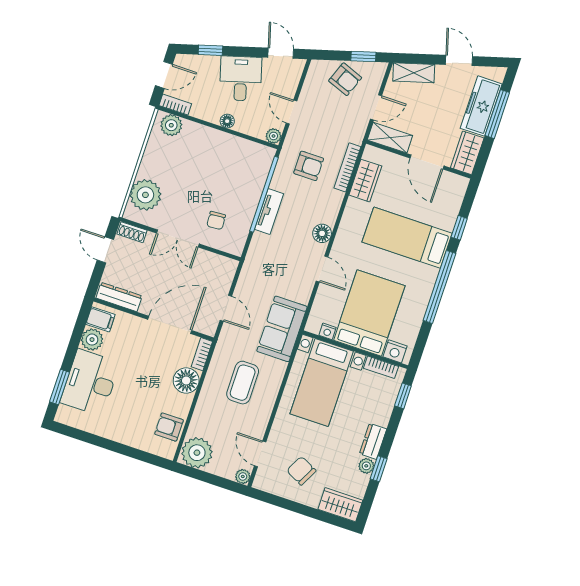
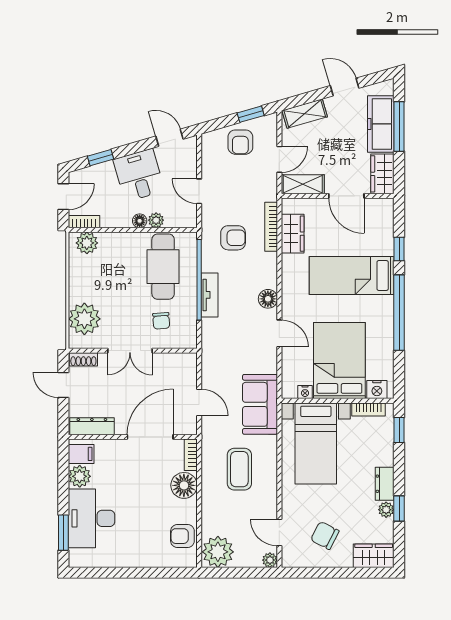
armchair: (345, 79) -> (240, 142), turned 69
plant: (274, 136) -> (156, 220), moved
cafe table: (235, 171) -> (163, 267), added

